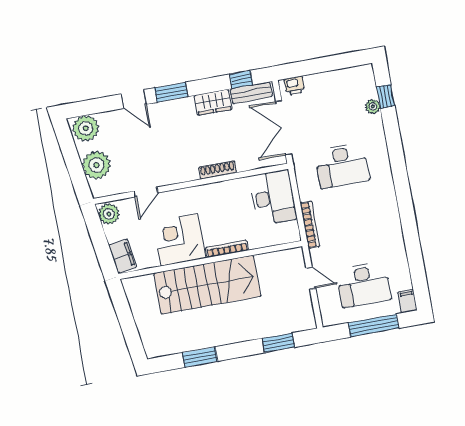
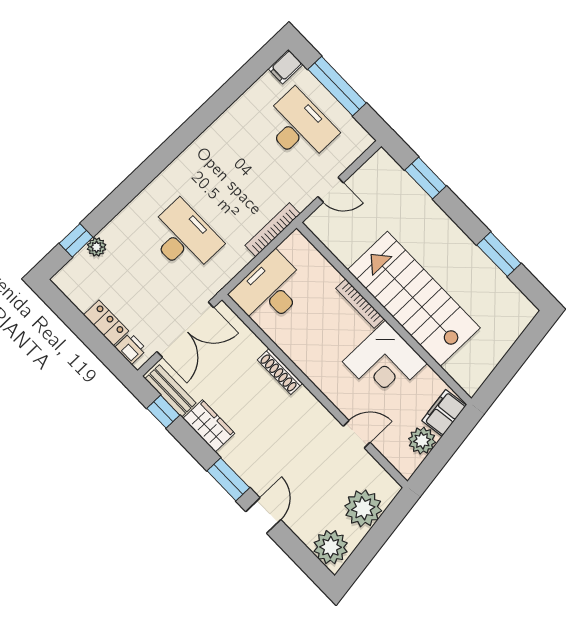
locker: (321, 81) -> (106, 323), added
plant: (109, 214) -> (422, 441), moved
door: (311, 278) -> (331, 190), swing flipped

